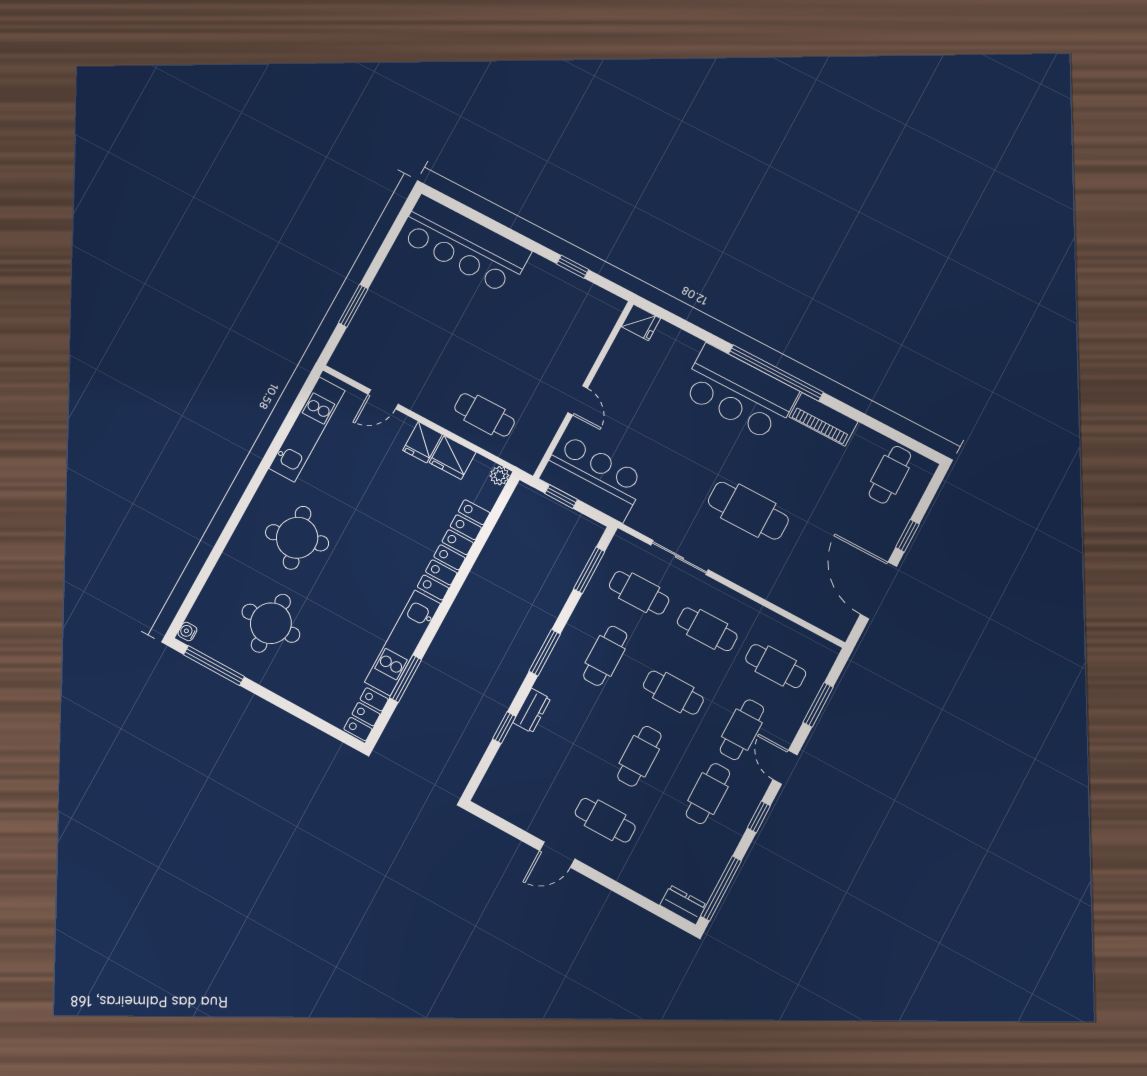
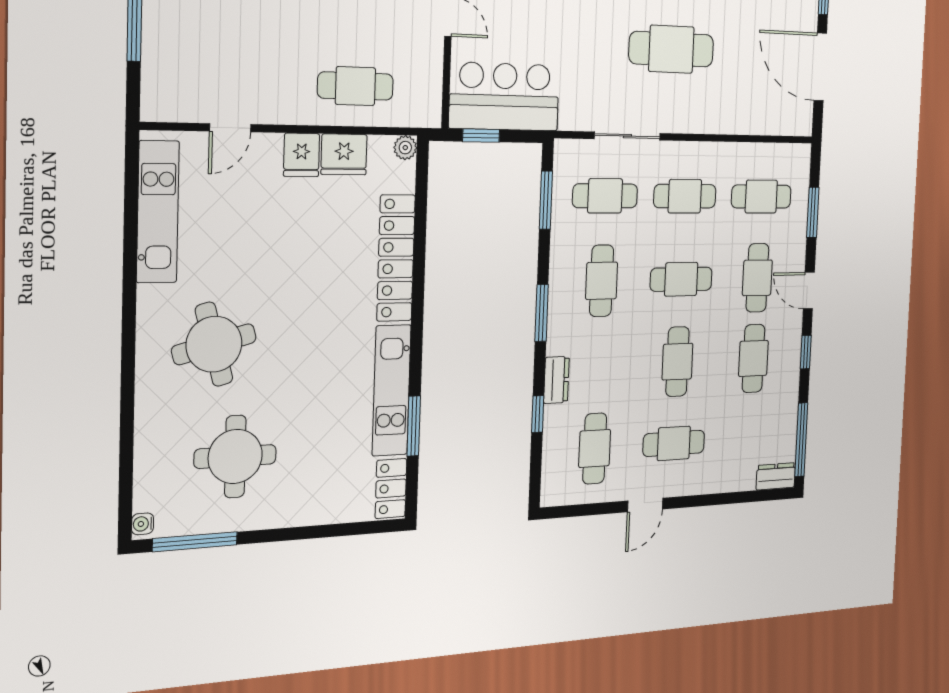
cafe table: (537, 783) -> (595, 448), added

